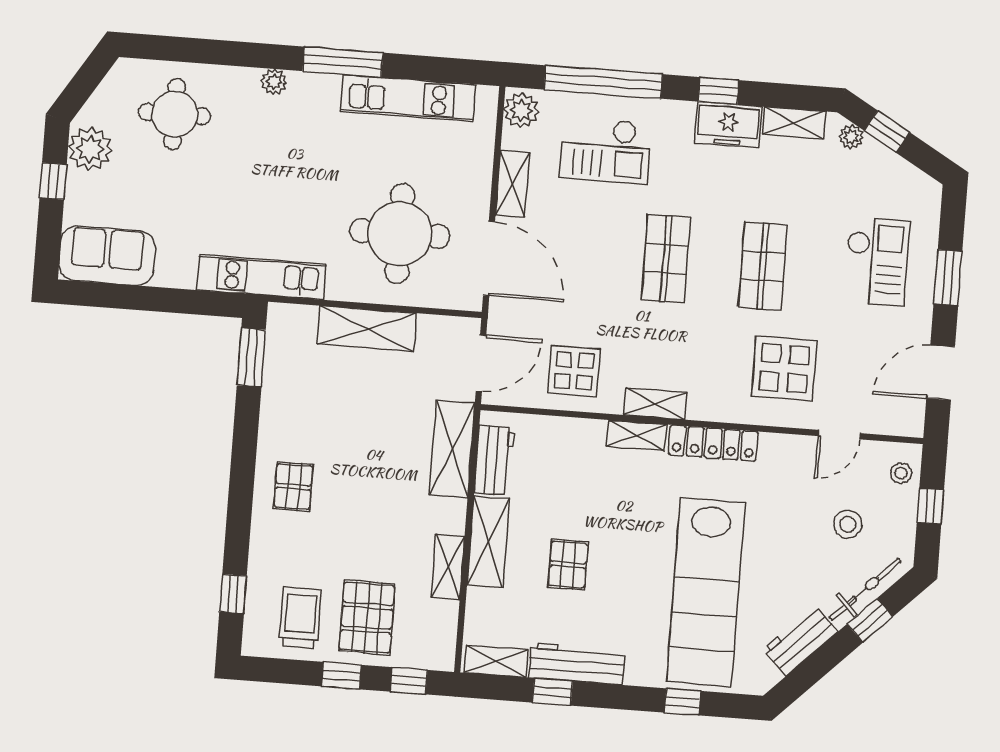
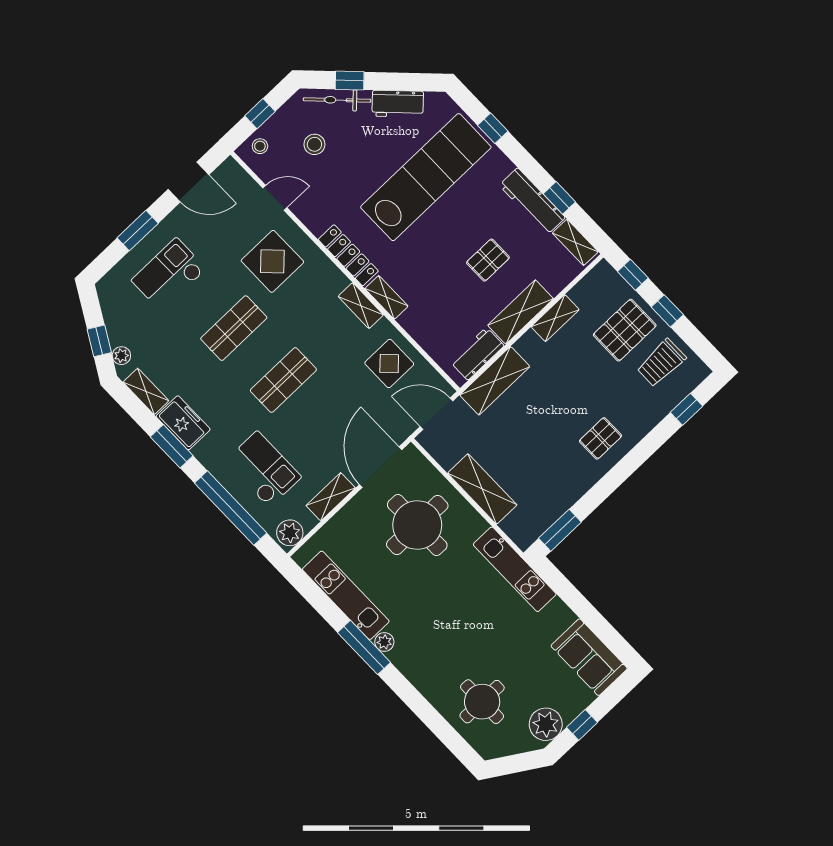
plant: (274, 82) -> (384, 642), moved
window: (719, 91) -> (172, 446), width x1.50

